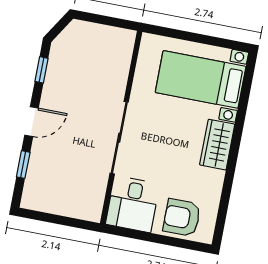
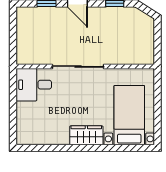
armchair: (182, 218) -> (31, 121), removed

